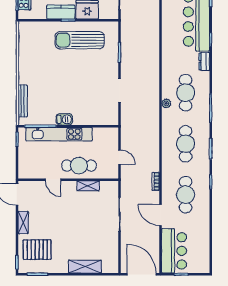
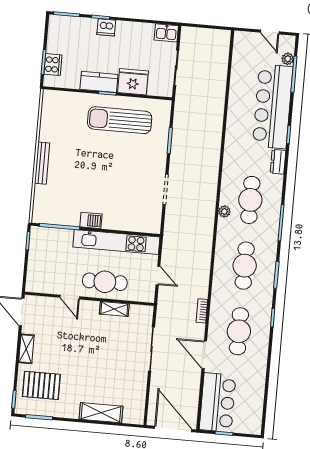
bench: (23, 101) -> (42, 163), moved
kitchen unit: (59, 134) -> (116, 242), moved

